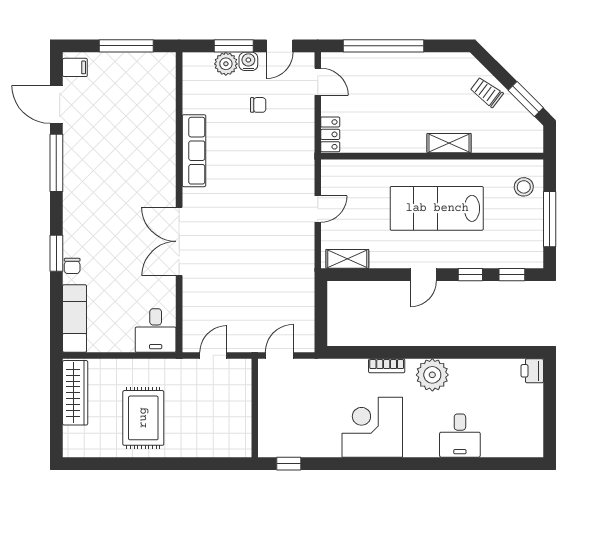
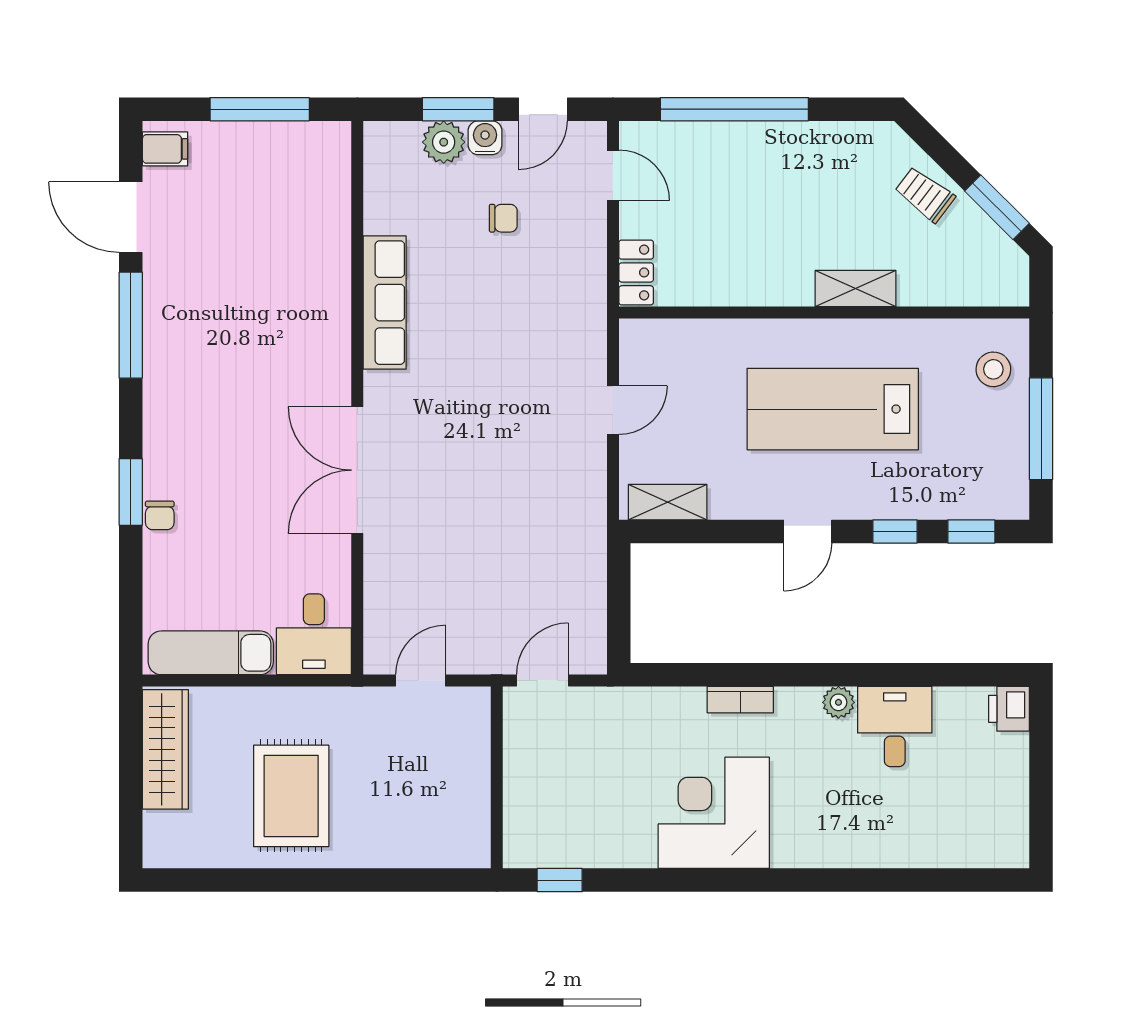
exam couch: (75, 318) -> (211, 653), moved, turned -90
plant: (432, 375) -> (838, 702), width x0.53, depth x0.53
desk: (460, 436) -> (895, 726), moved, turned 180

